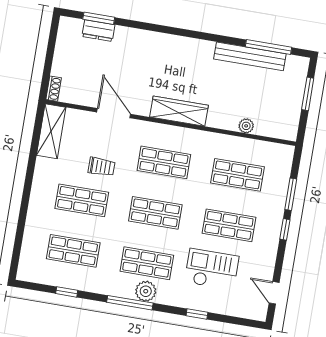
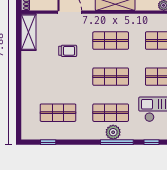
shop shelf: (82, 200) -> (58, 77), removed
window: (67, 292) -> (48, 142), moved
window: (130, 303) -> (117, 142), moved

